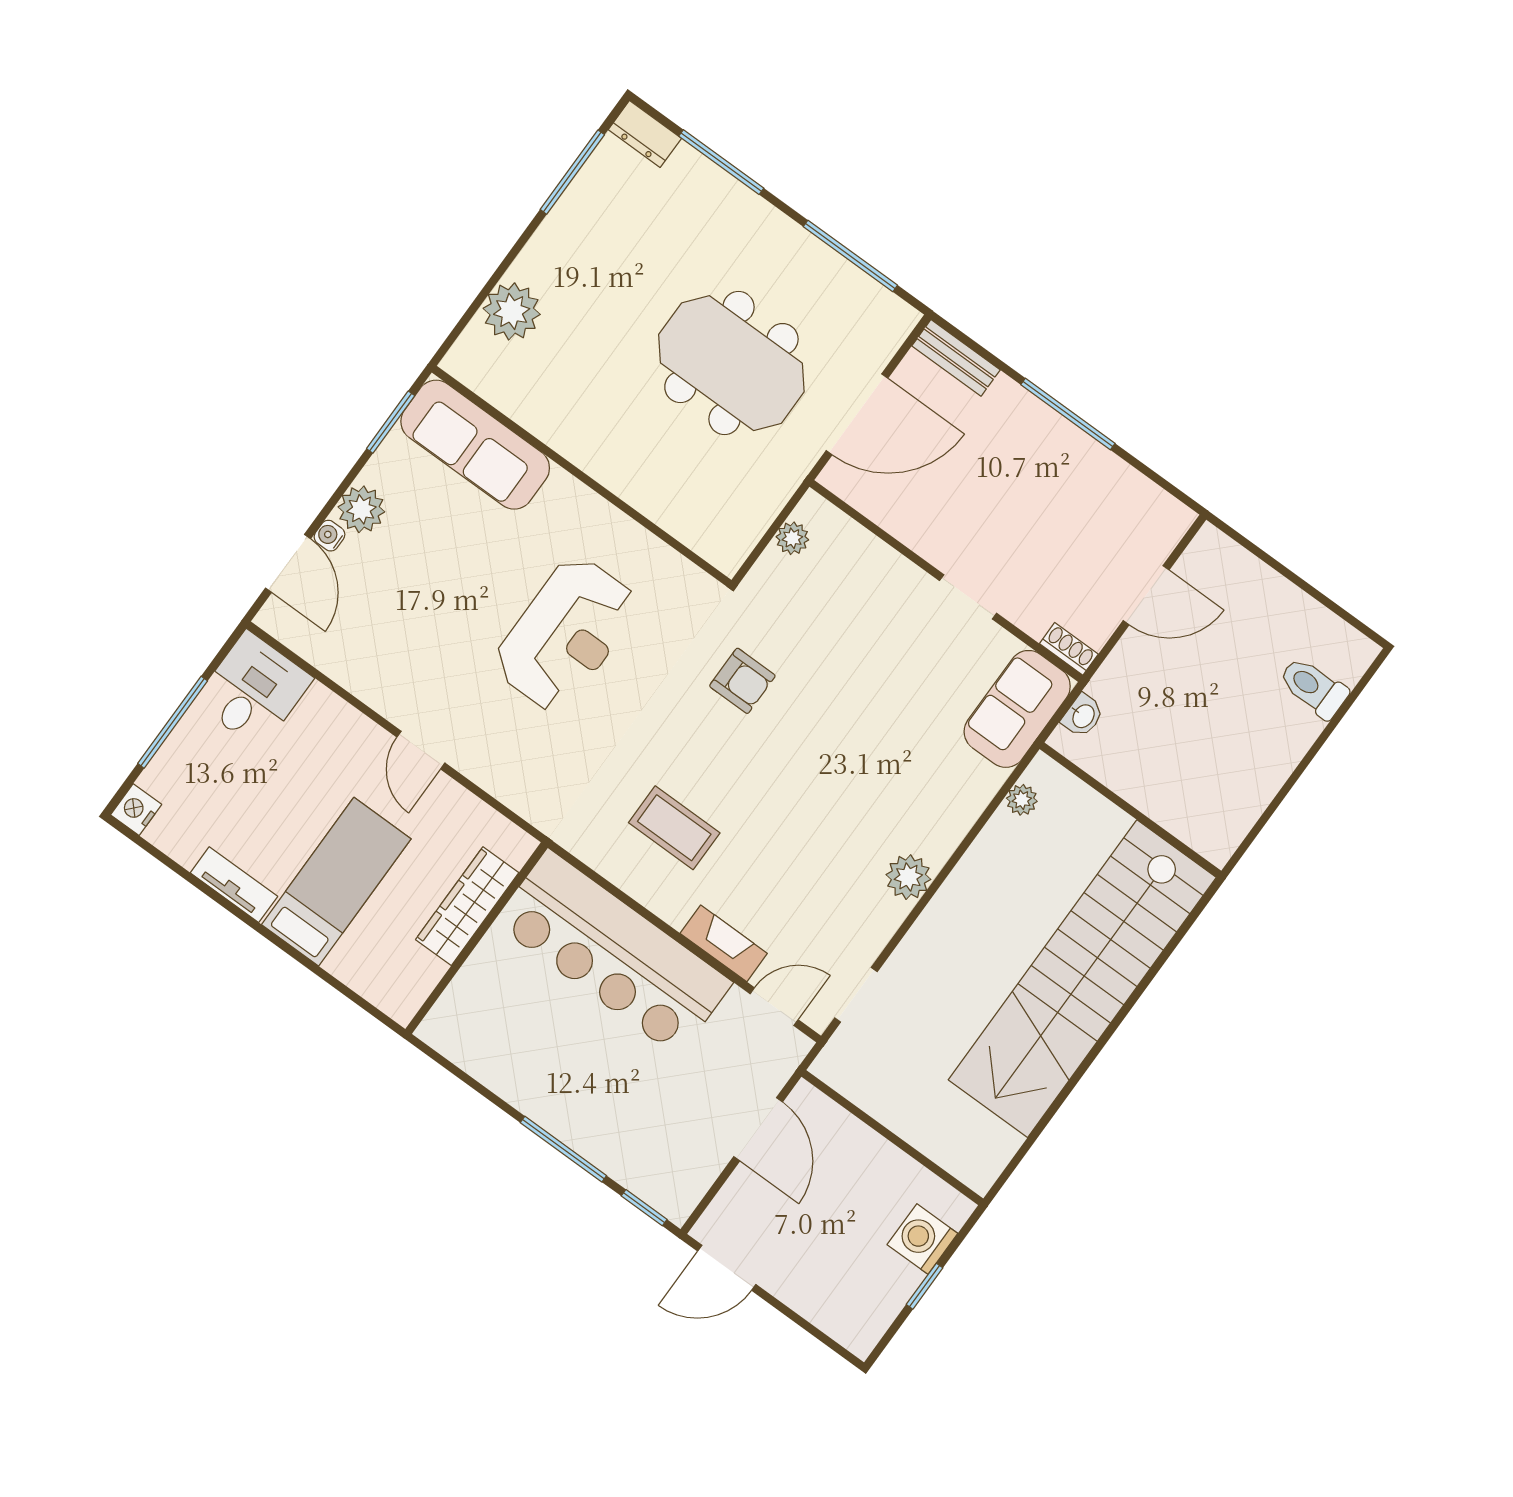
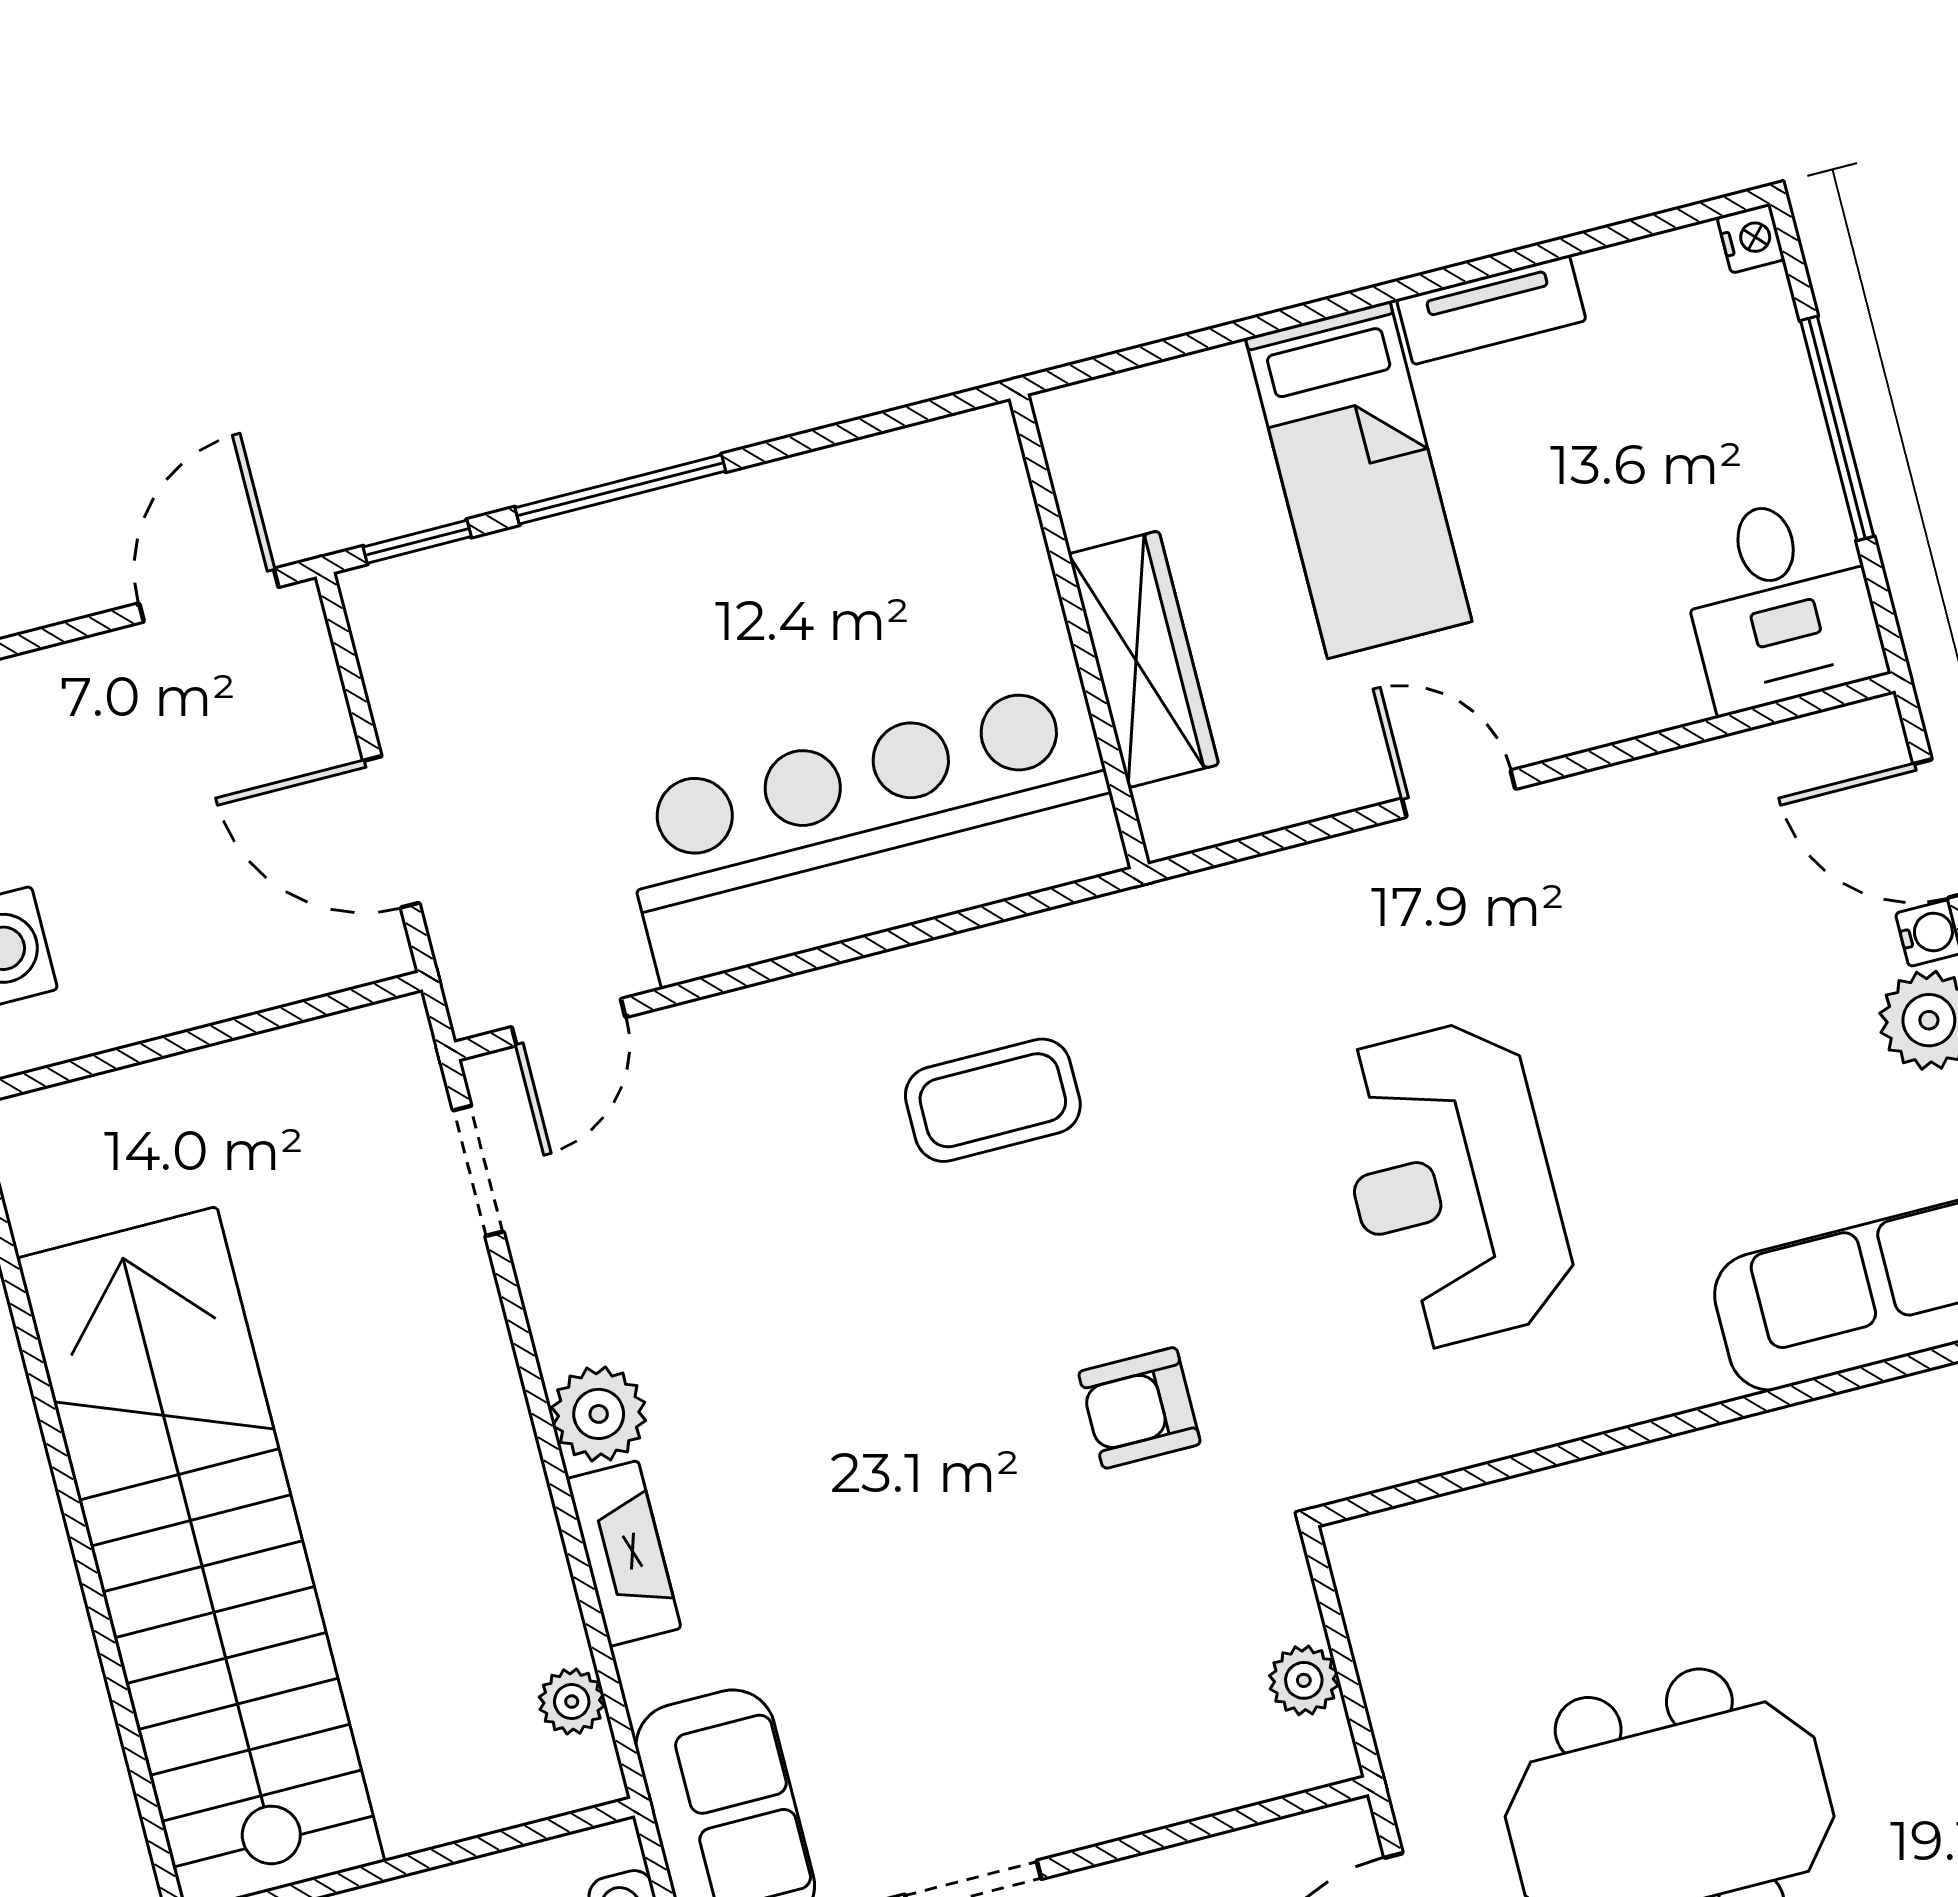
nightstand: (136, 810) -> (1751, 238), width x0.72, depth x0.74
fireplace: (724, 943) -> (624, 1554), moved, turned -90

